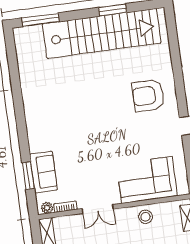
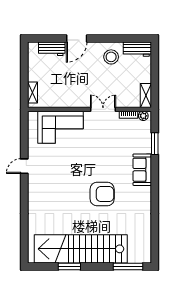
armchair: (148, 96) -> (102, 194), moved
sofa: (43, 172) -> (142, 170), moved
stool: (145, 217) -> (66, 98), removed

